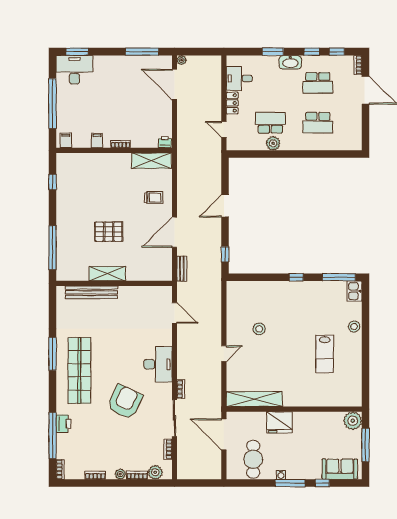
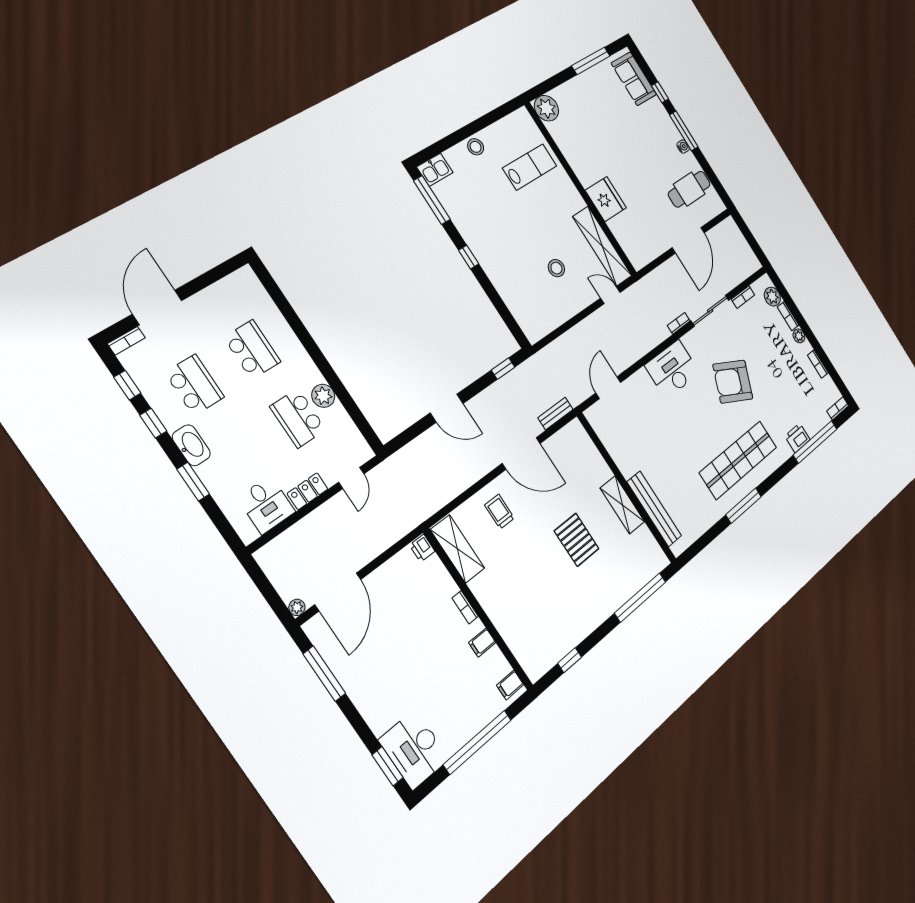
shelving: (254, 399) -> (602, 246), moved
wall: (294, 409) -> (581, 189), moved
plant: (353, 421) -> (546, 108), moved
fridge: (280, 422) -> (606, 199), moved

